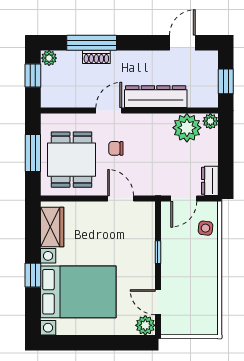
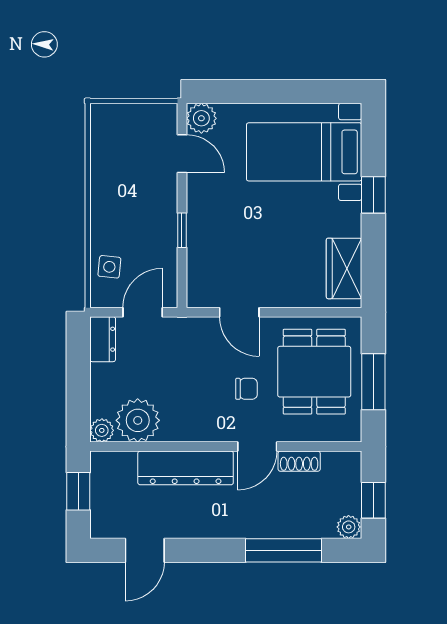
shoe rack: (96, 57) -> (299, 461), moved, turned 180
bed with nightstands: (78, 292) -> (304, 152), width x0.73

